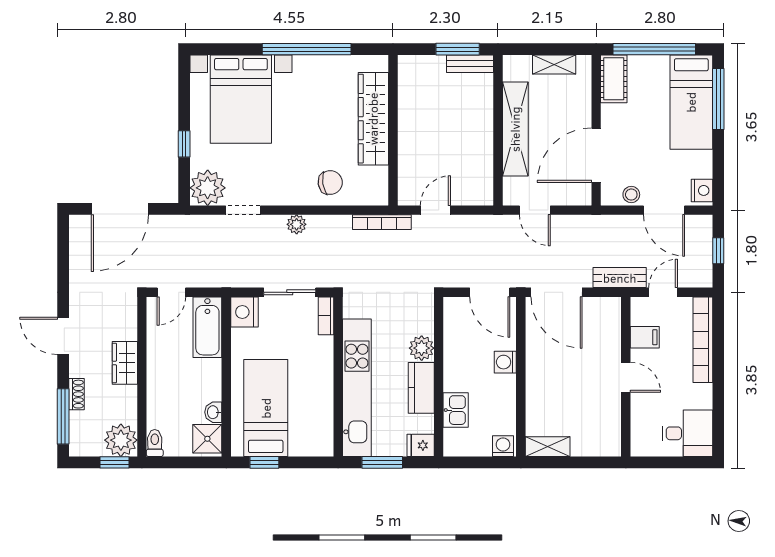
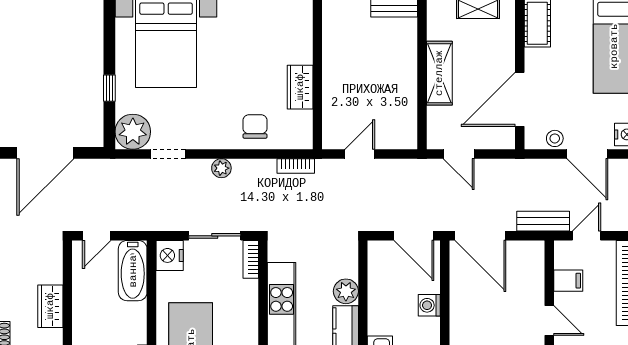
wardrobe: (373, 119) -> (300, 87), width x0.48, depth x0.85
shelving: (515, 129) -> (439, 73), width x0.68
chair: (330, 183) -> (255, 127), turned -81
bookcase: (382, 222) -> (296, 166), width x0.64

